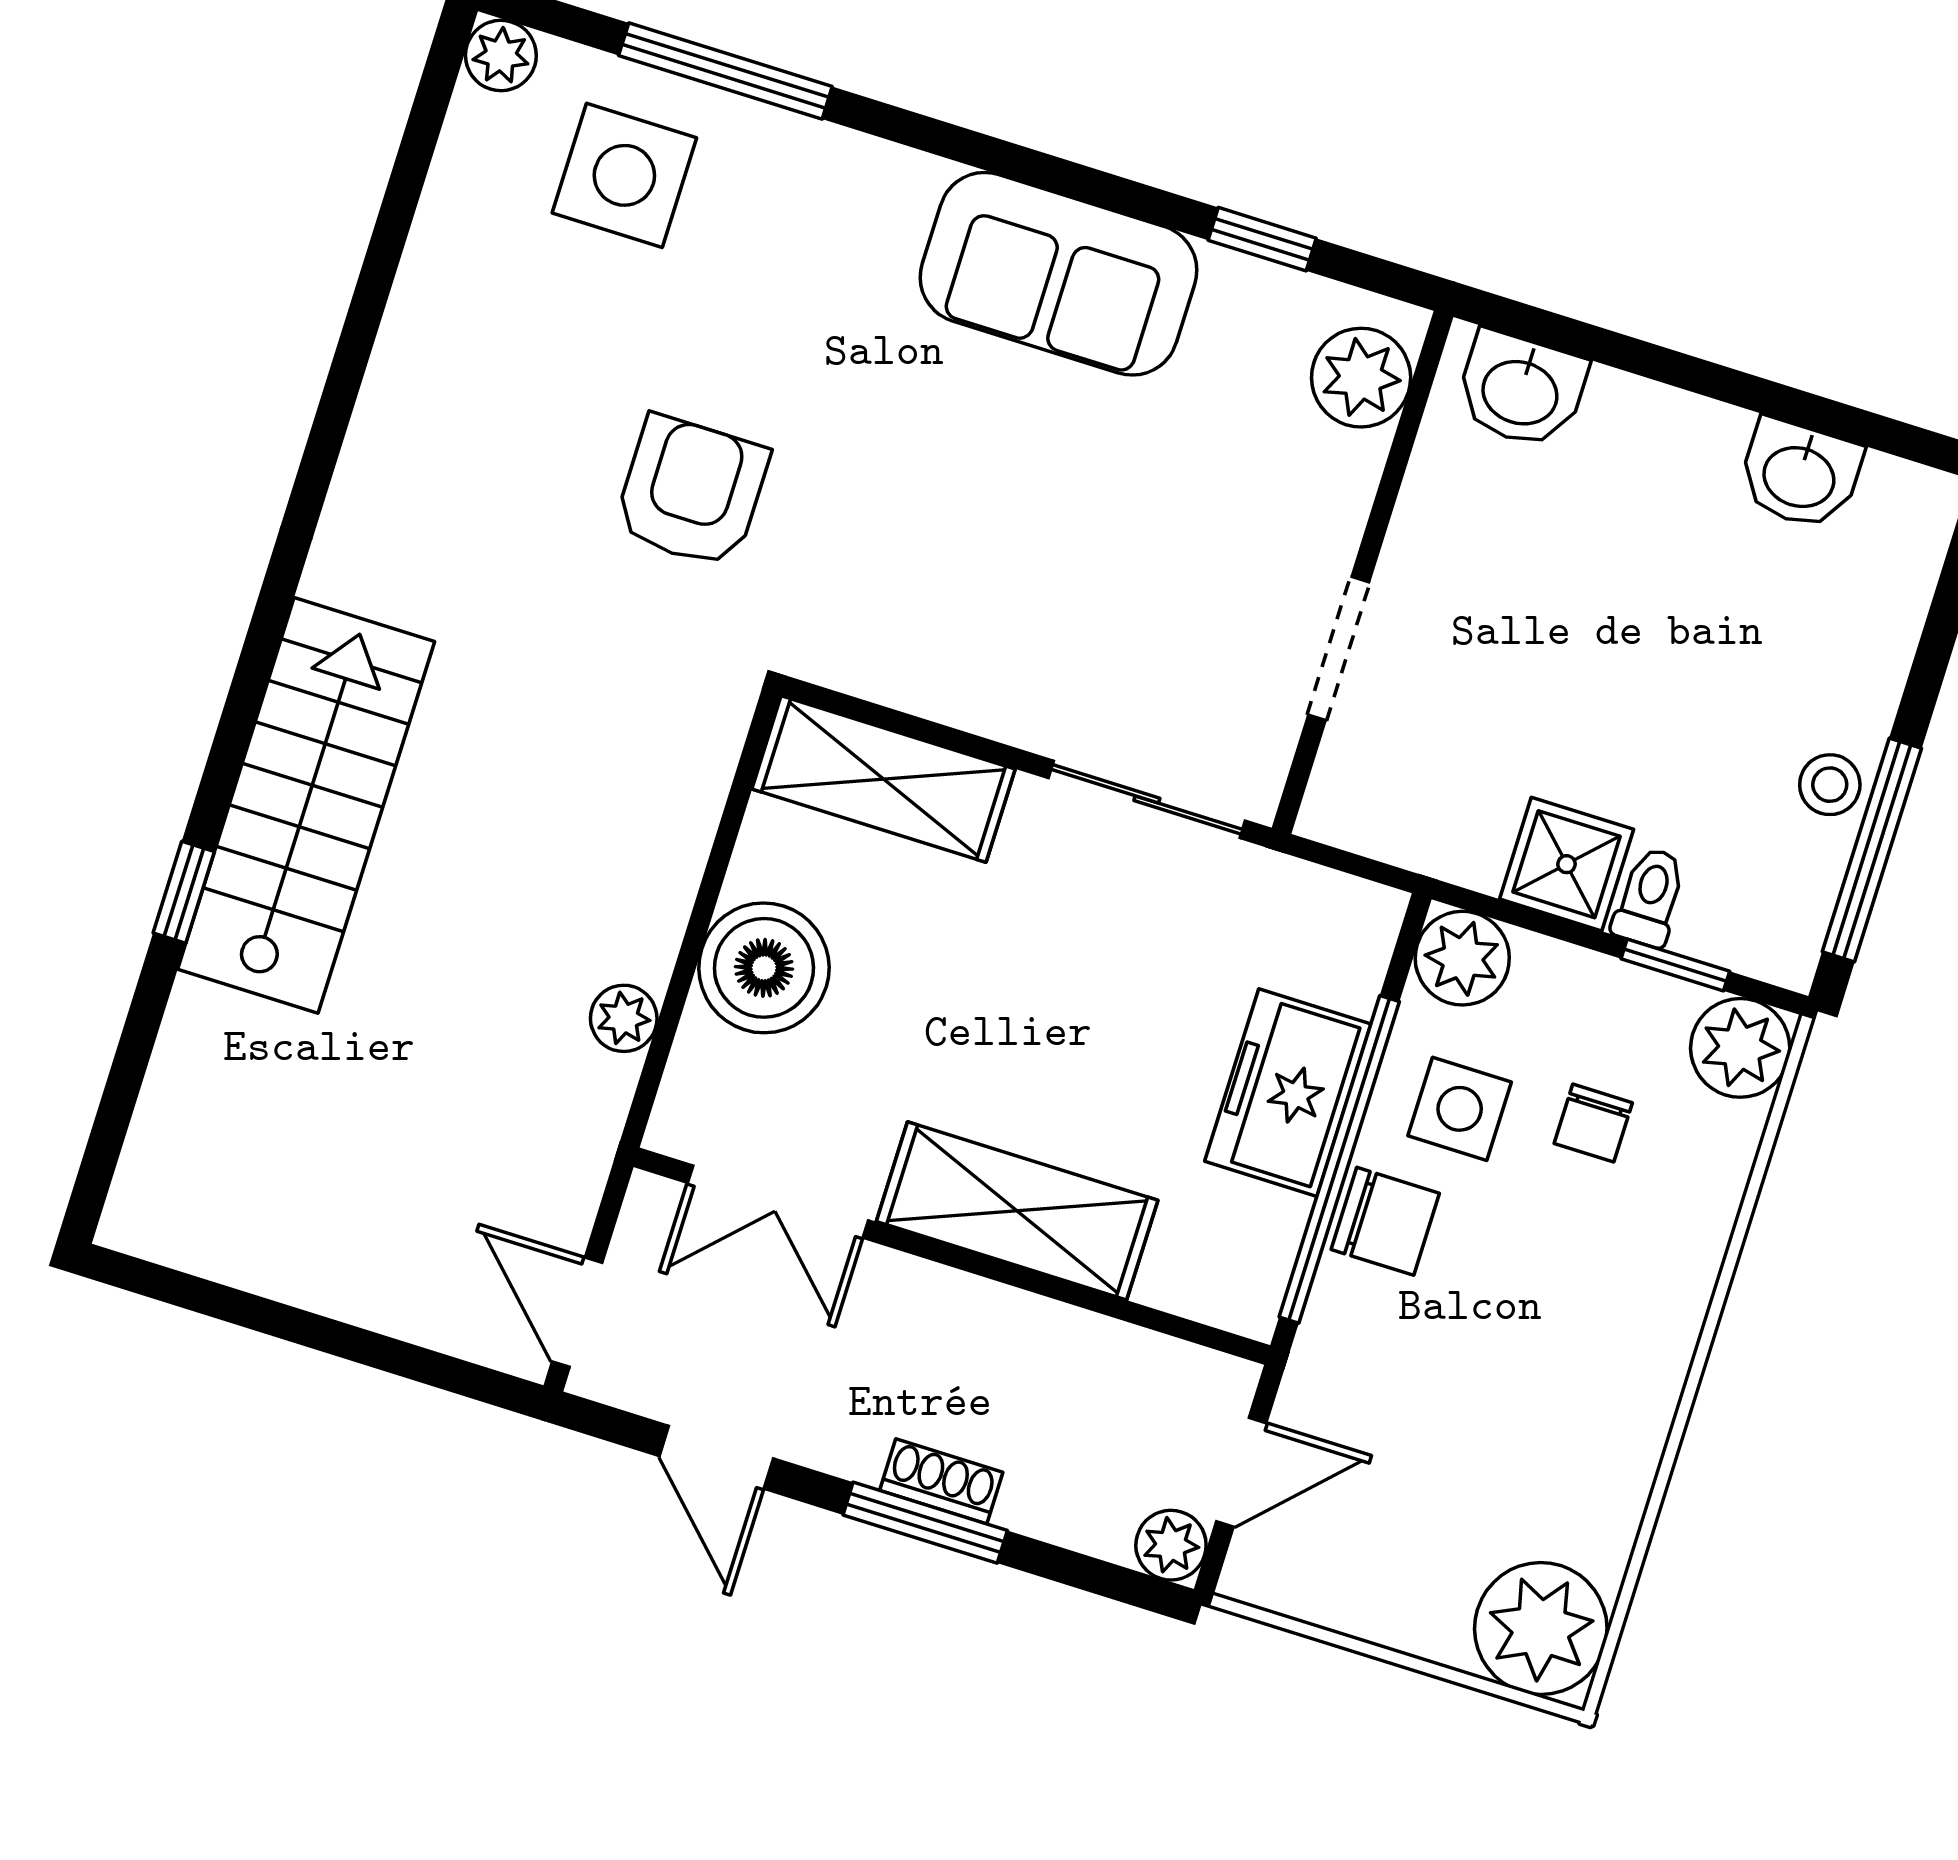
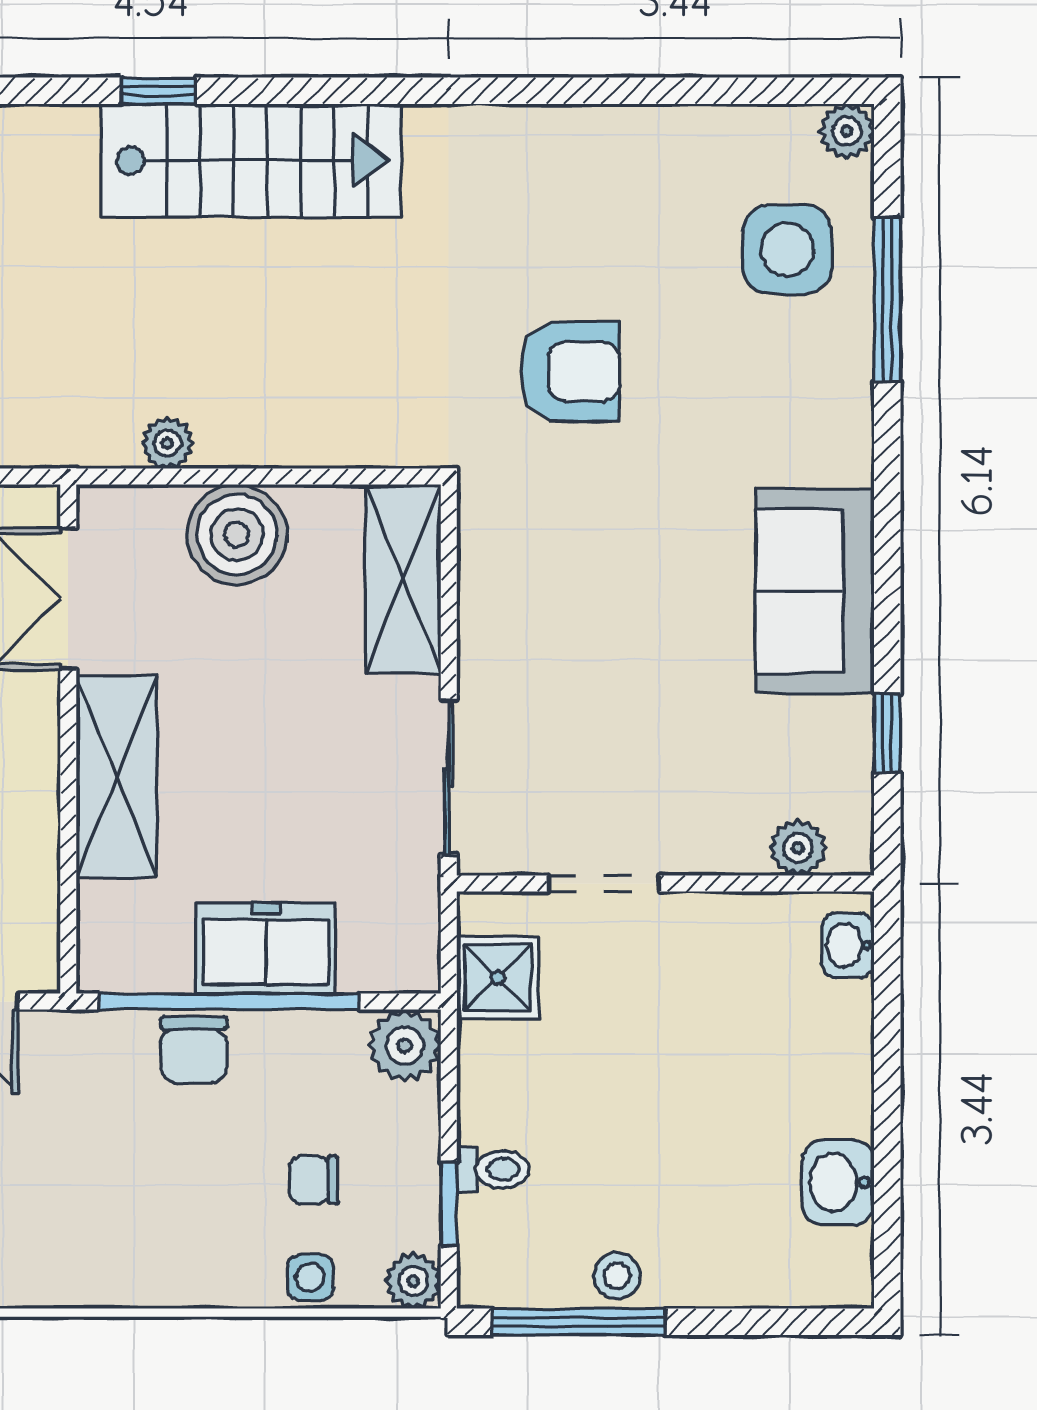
plant: (1361, 378) -> (798, 848), width x0.73, depth x0.73
washbasin: (1521, 390) -> (848, 945), width x0.72, depth x0.69
shower: (1567, 864) -> (498, 978), moved
plant: (1740, 1048) -> (413, 1281), width x0.73, depth x0.73
side table: (1460, 1109) -> (310, 1277), moved, width x0.73, depth x0.73

